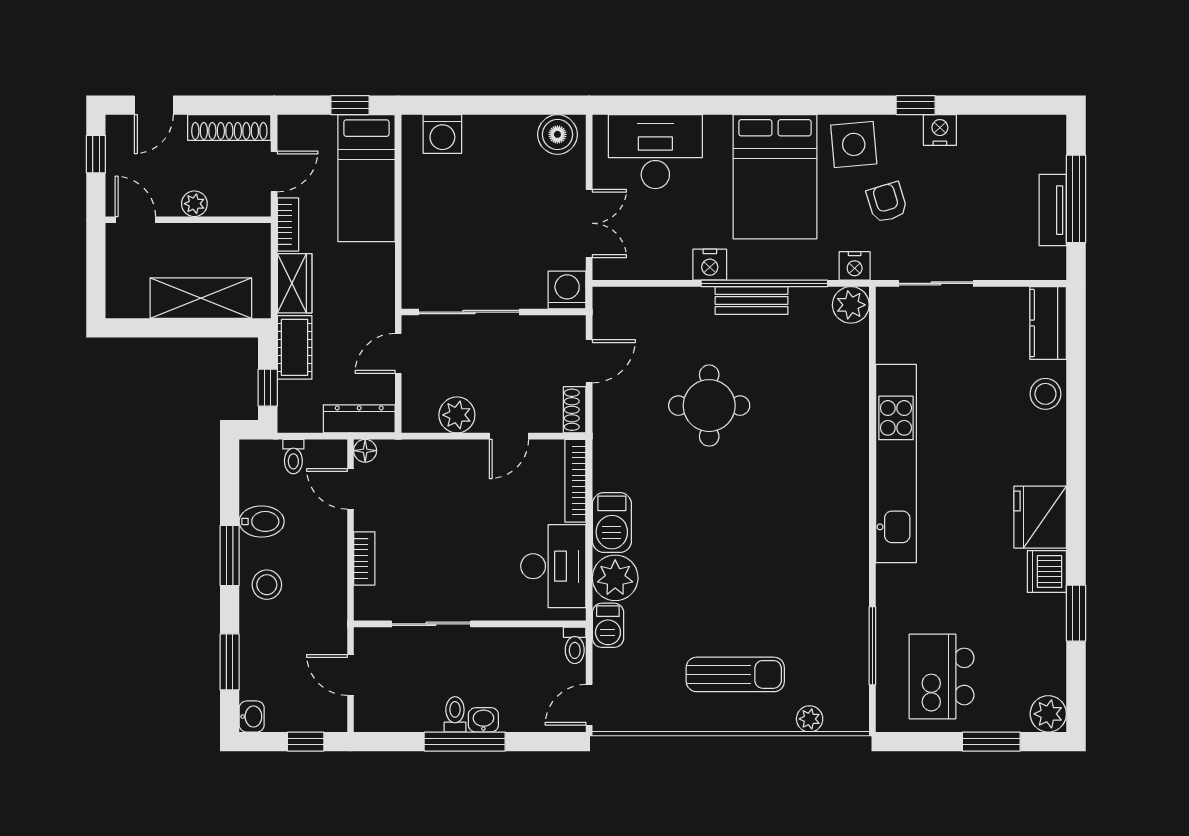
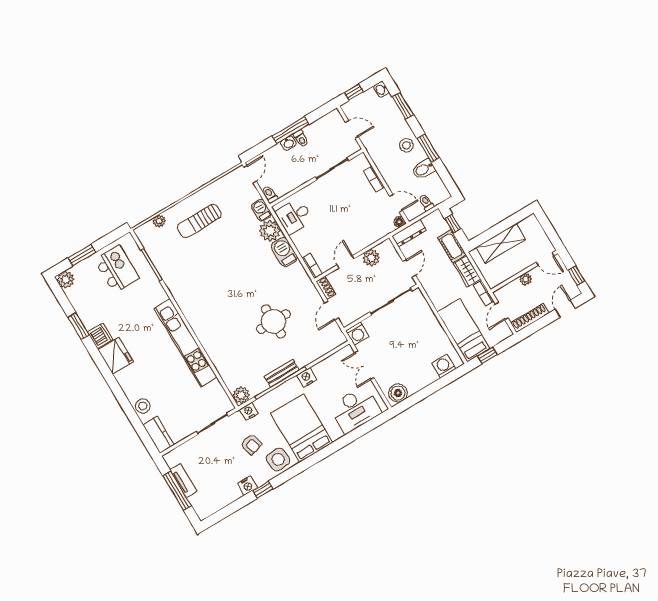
bookcase: (575, 481) -> (312, 266), width x0.64
desk: (553, 566) -> (294, 216), width x0.73

